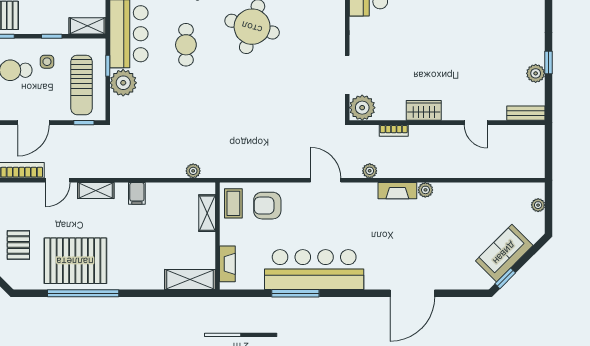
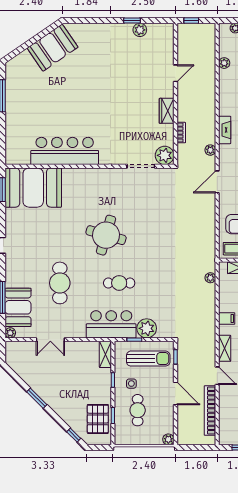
bench: (526, 113) -> (169, 37), removed
window: (548, 144) -> (191, 21), added
plant: (425, 190) -> (224, 63), moved

